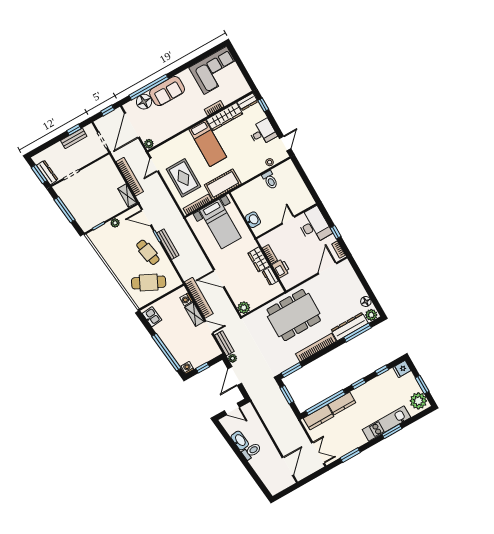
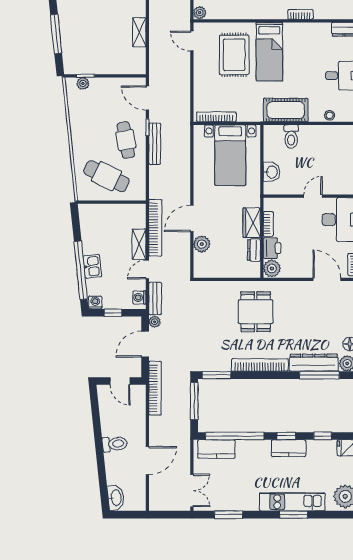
wardrobe: (225, 117) -> (307, 31), removed
door: (154, 165) -> (192, 41), hinge flipped
bookcase: (130, 177) -> (155, 388), moved
rug: (183, 178) -> (234, 55), moved
toilet: (270, 180) -> (291, 137), moved
cot: (223, 184) -> (286, 110), moved
shelving: (127, 196) -> (139, 32), moved
plant: (115, 223) -> (83, 83), moved
door: (328, 268) -> (327, 279), hinge flipped
door: (219, 278) -> (192, 218), hinge flipped
plant: (288, 281) -> (272, 268), added
washing machine: (186, 299) -> (139, 297), moved
plant: (244, 308) -> (202, 244), moved
dining table: (294, 315) -> (256, 312), width x0.53, depth x0.80
kitchen sink: (152, 317) -> (92, 266), moved
door: (209, 327) -> (147, 270), swing flipped
window: (287, 395) -> (194, 401), width x1.44
kitchen counter: (342, 403) -> (289, 448), moved
washbasin: (240, 440) -> (116, 498), moved
door: (288, 466) -> (147, 461), moved

